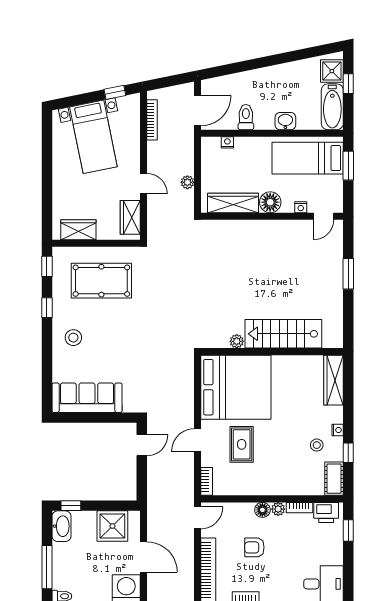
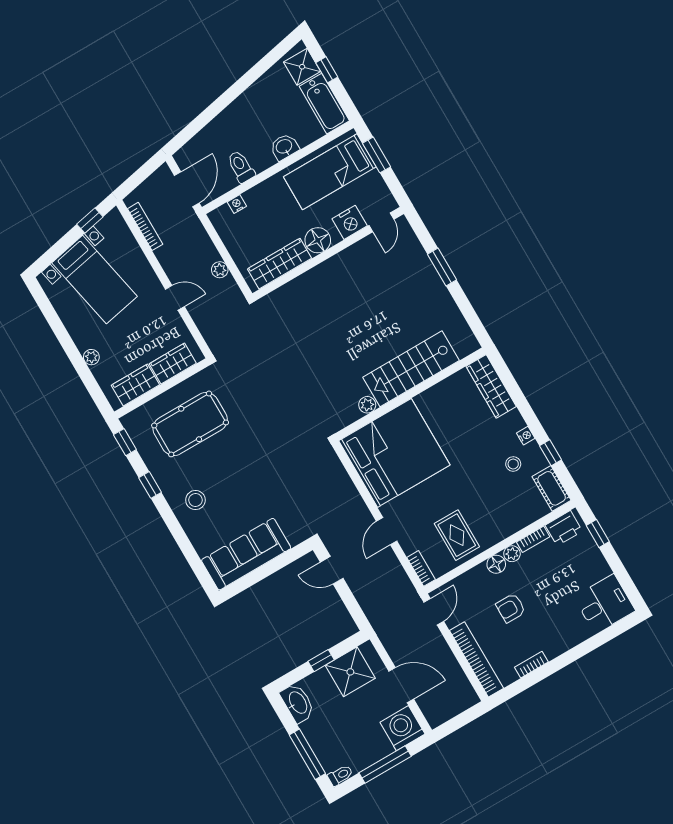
plant: (59, 191) -> (91, 357), added
nightstand: (301, 207) -> (350, 222), width x1.89, depth x1.79
wardrobe: (130, 217) -> (173, 364), moved, turned 90
rug: (242, 444) -> (457, 535), moved
door: (142, 445) -> (332, 570), swing flipped
window: (71, 506) -> (321, 661), moved

